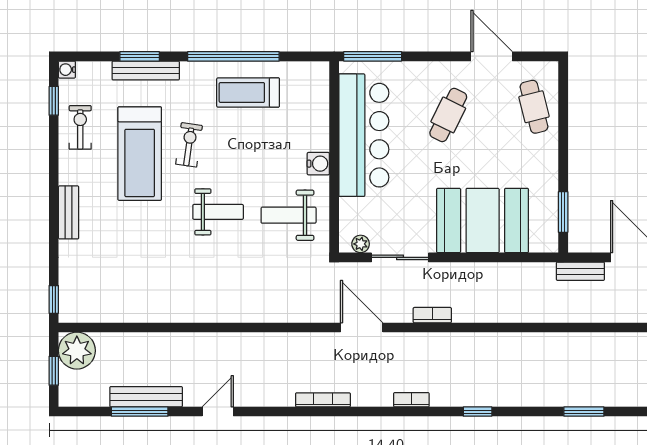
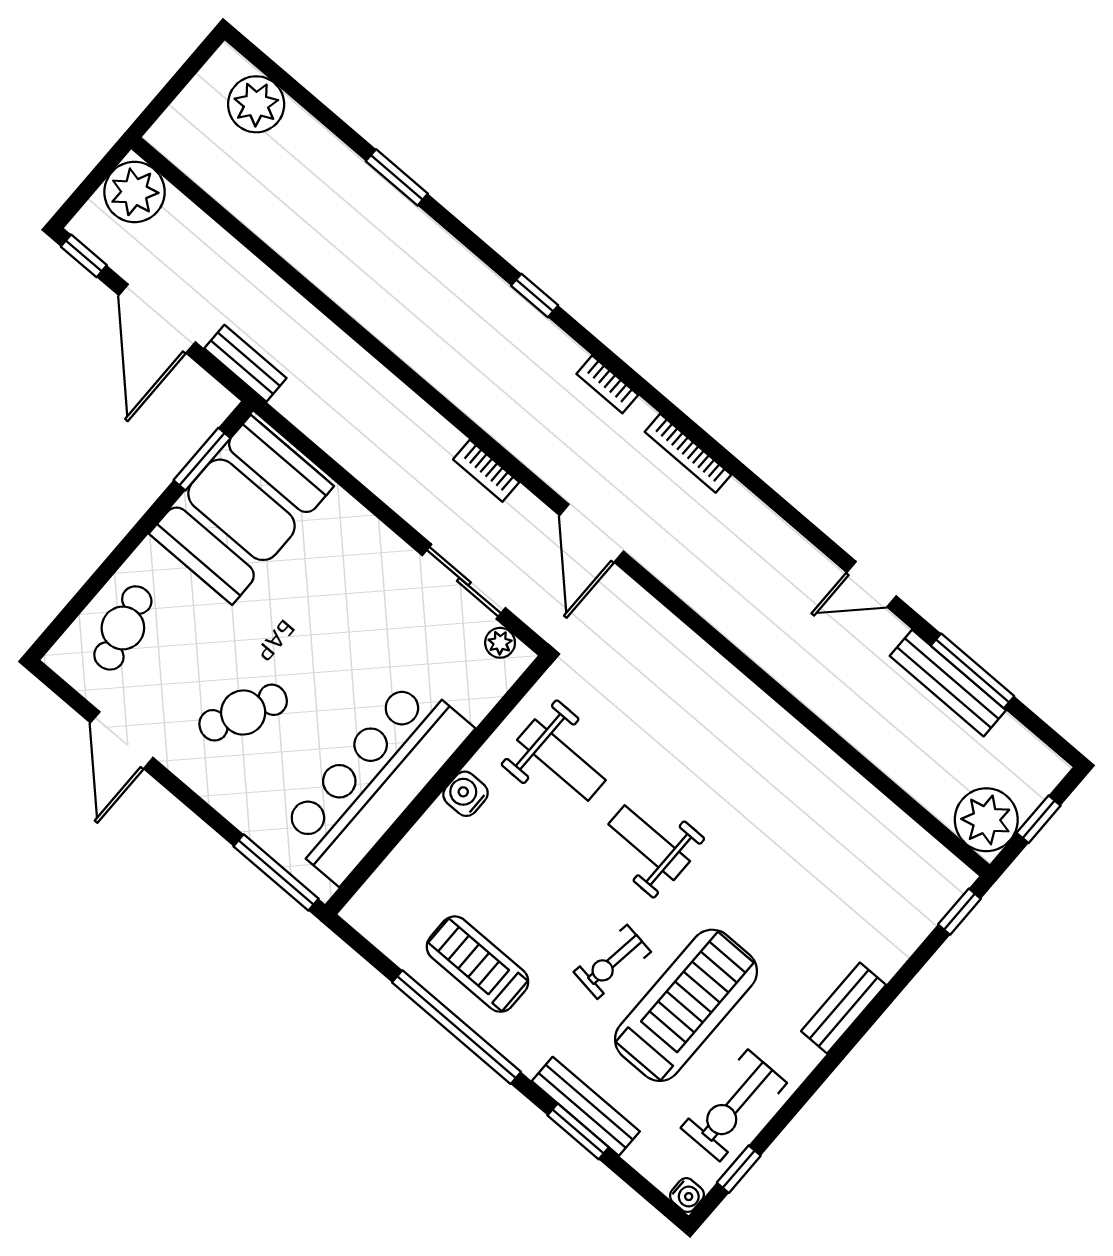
treadmill: (248, 92) -> (478, 964), turned 180
exercise bike: (80, 127) -> (734, 1105), width x1.38, depth x1.39
booth: (483, 220) -> (241, 510), moved, turned 90
bookcase: (323, 400) -> (688, 453), moved

